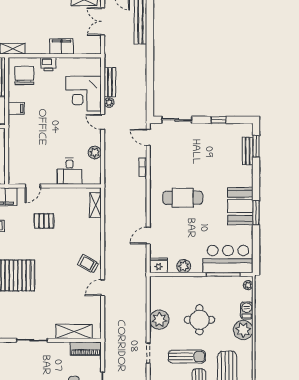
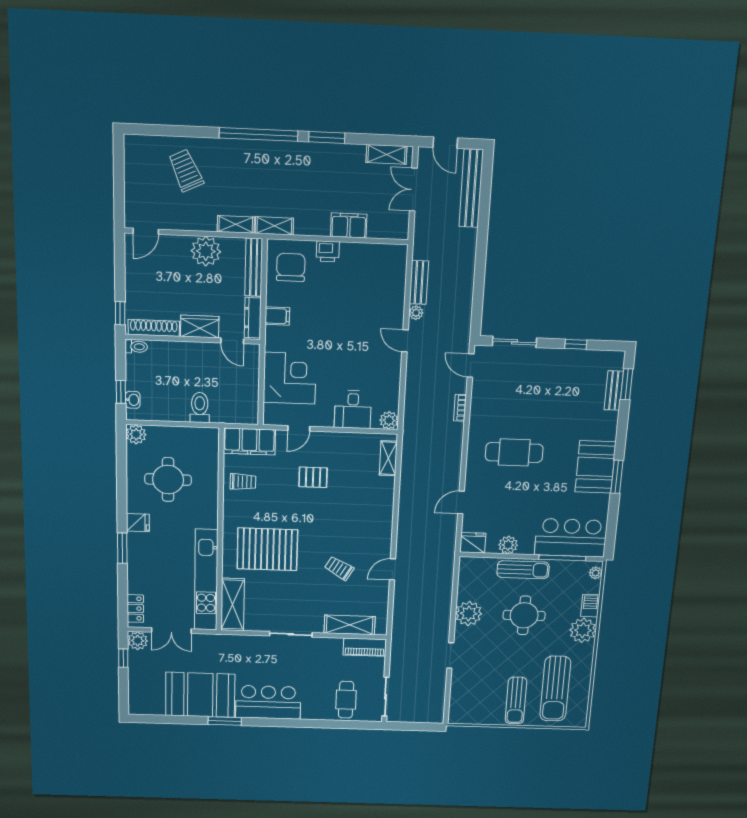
corner desk: (84, 94) -> (290, 378), moved, turned 180
plant: (95, 152) -> (389, 420), moved
trolley: (88, 264) -> (339, 568), moved
sun lounger: (187, 357) -> (523, 570), moved

